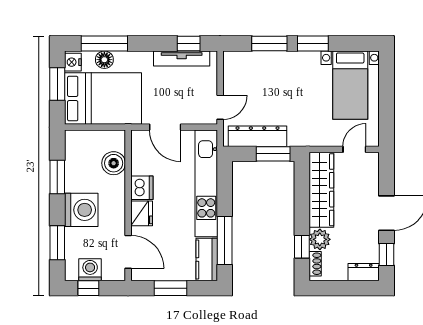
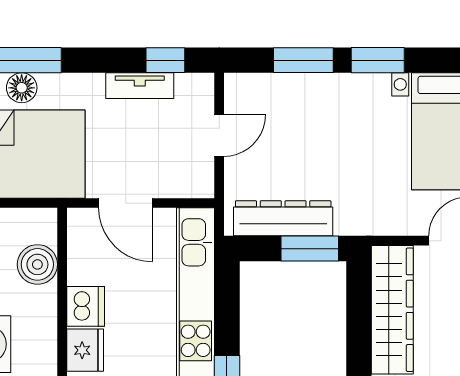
tv unit: (182, 58) -> (140, 86), width x0.71
door: (220, 107) -> (219, 135), moved

